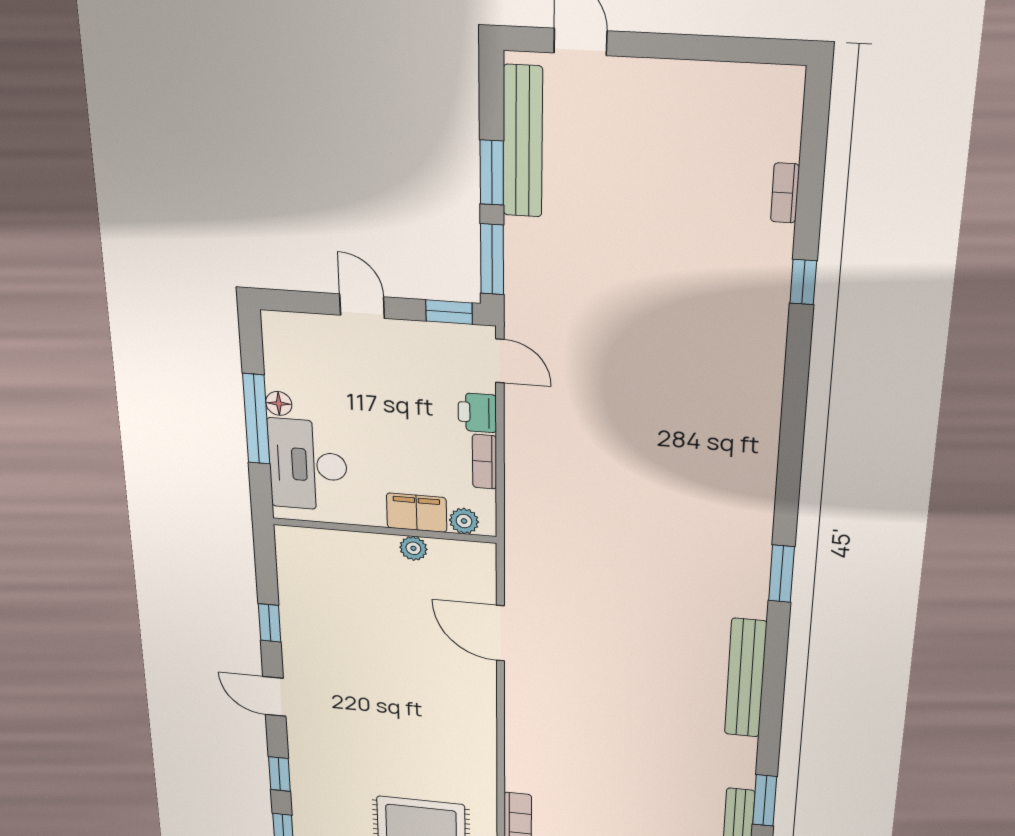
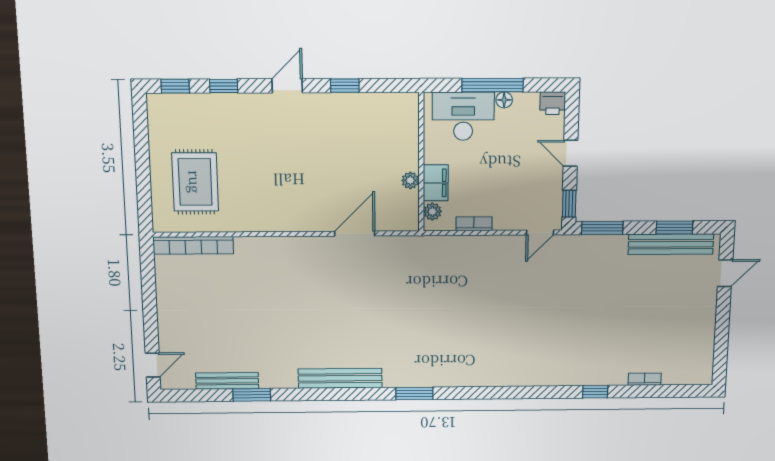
window: (492, 173) -> (674, 228), moved
door: (362, 306) -> (571, 153), swing flipped
printer: (477, 413) -> (553, 103), moved, turned 180

